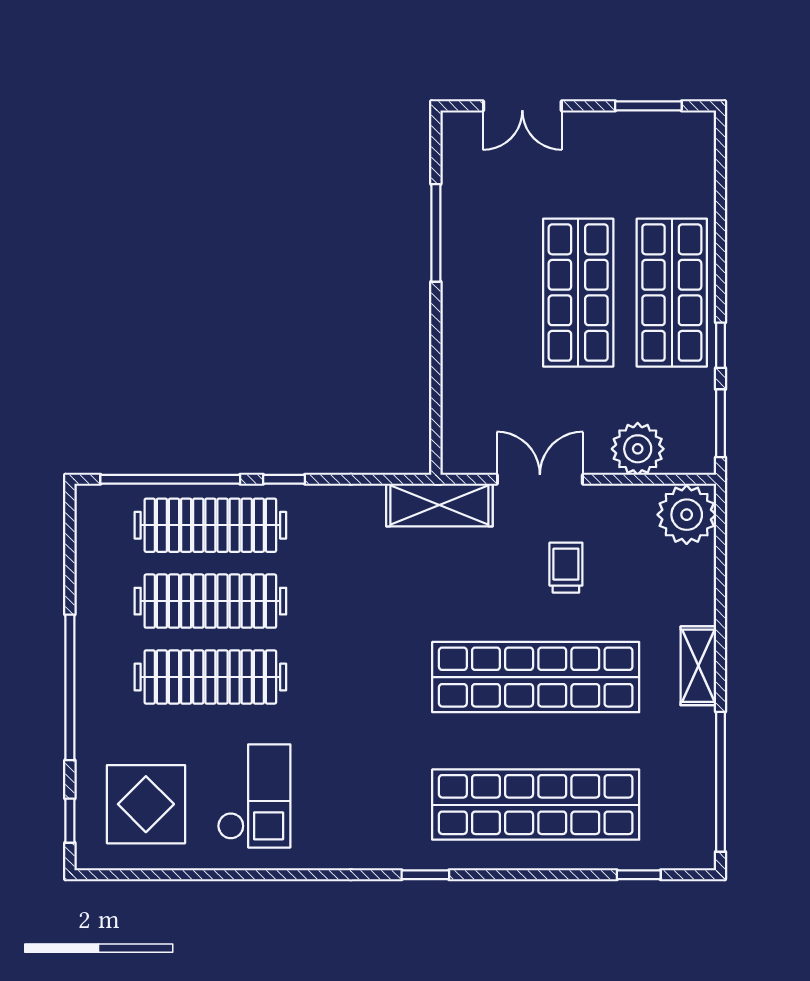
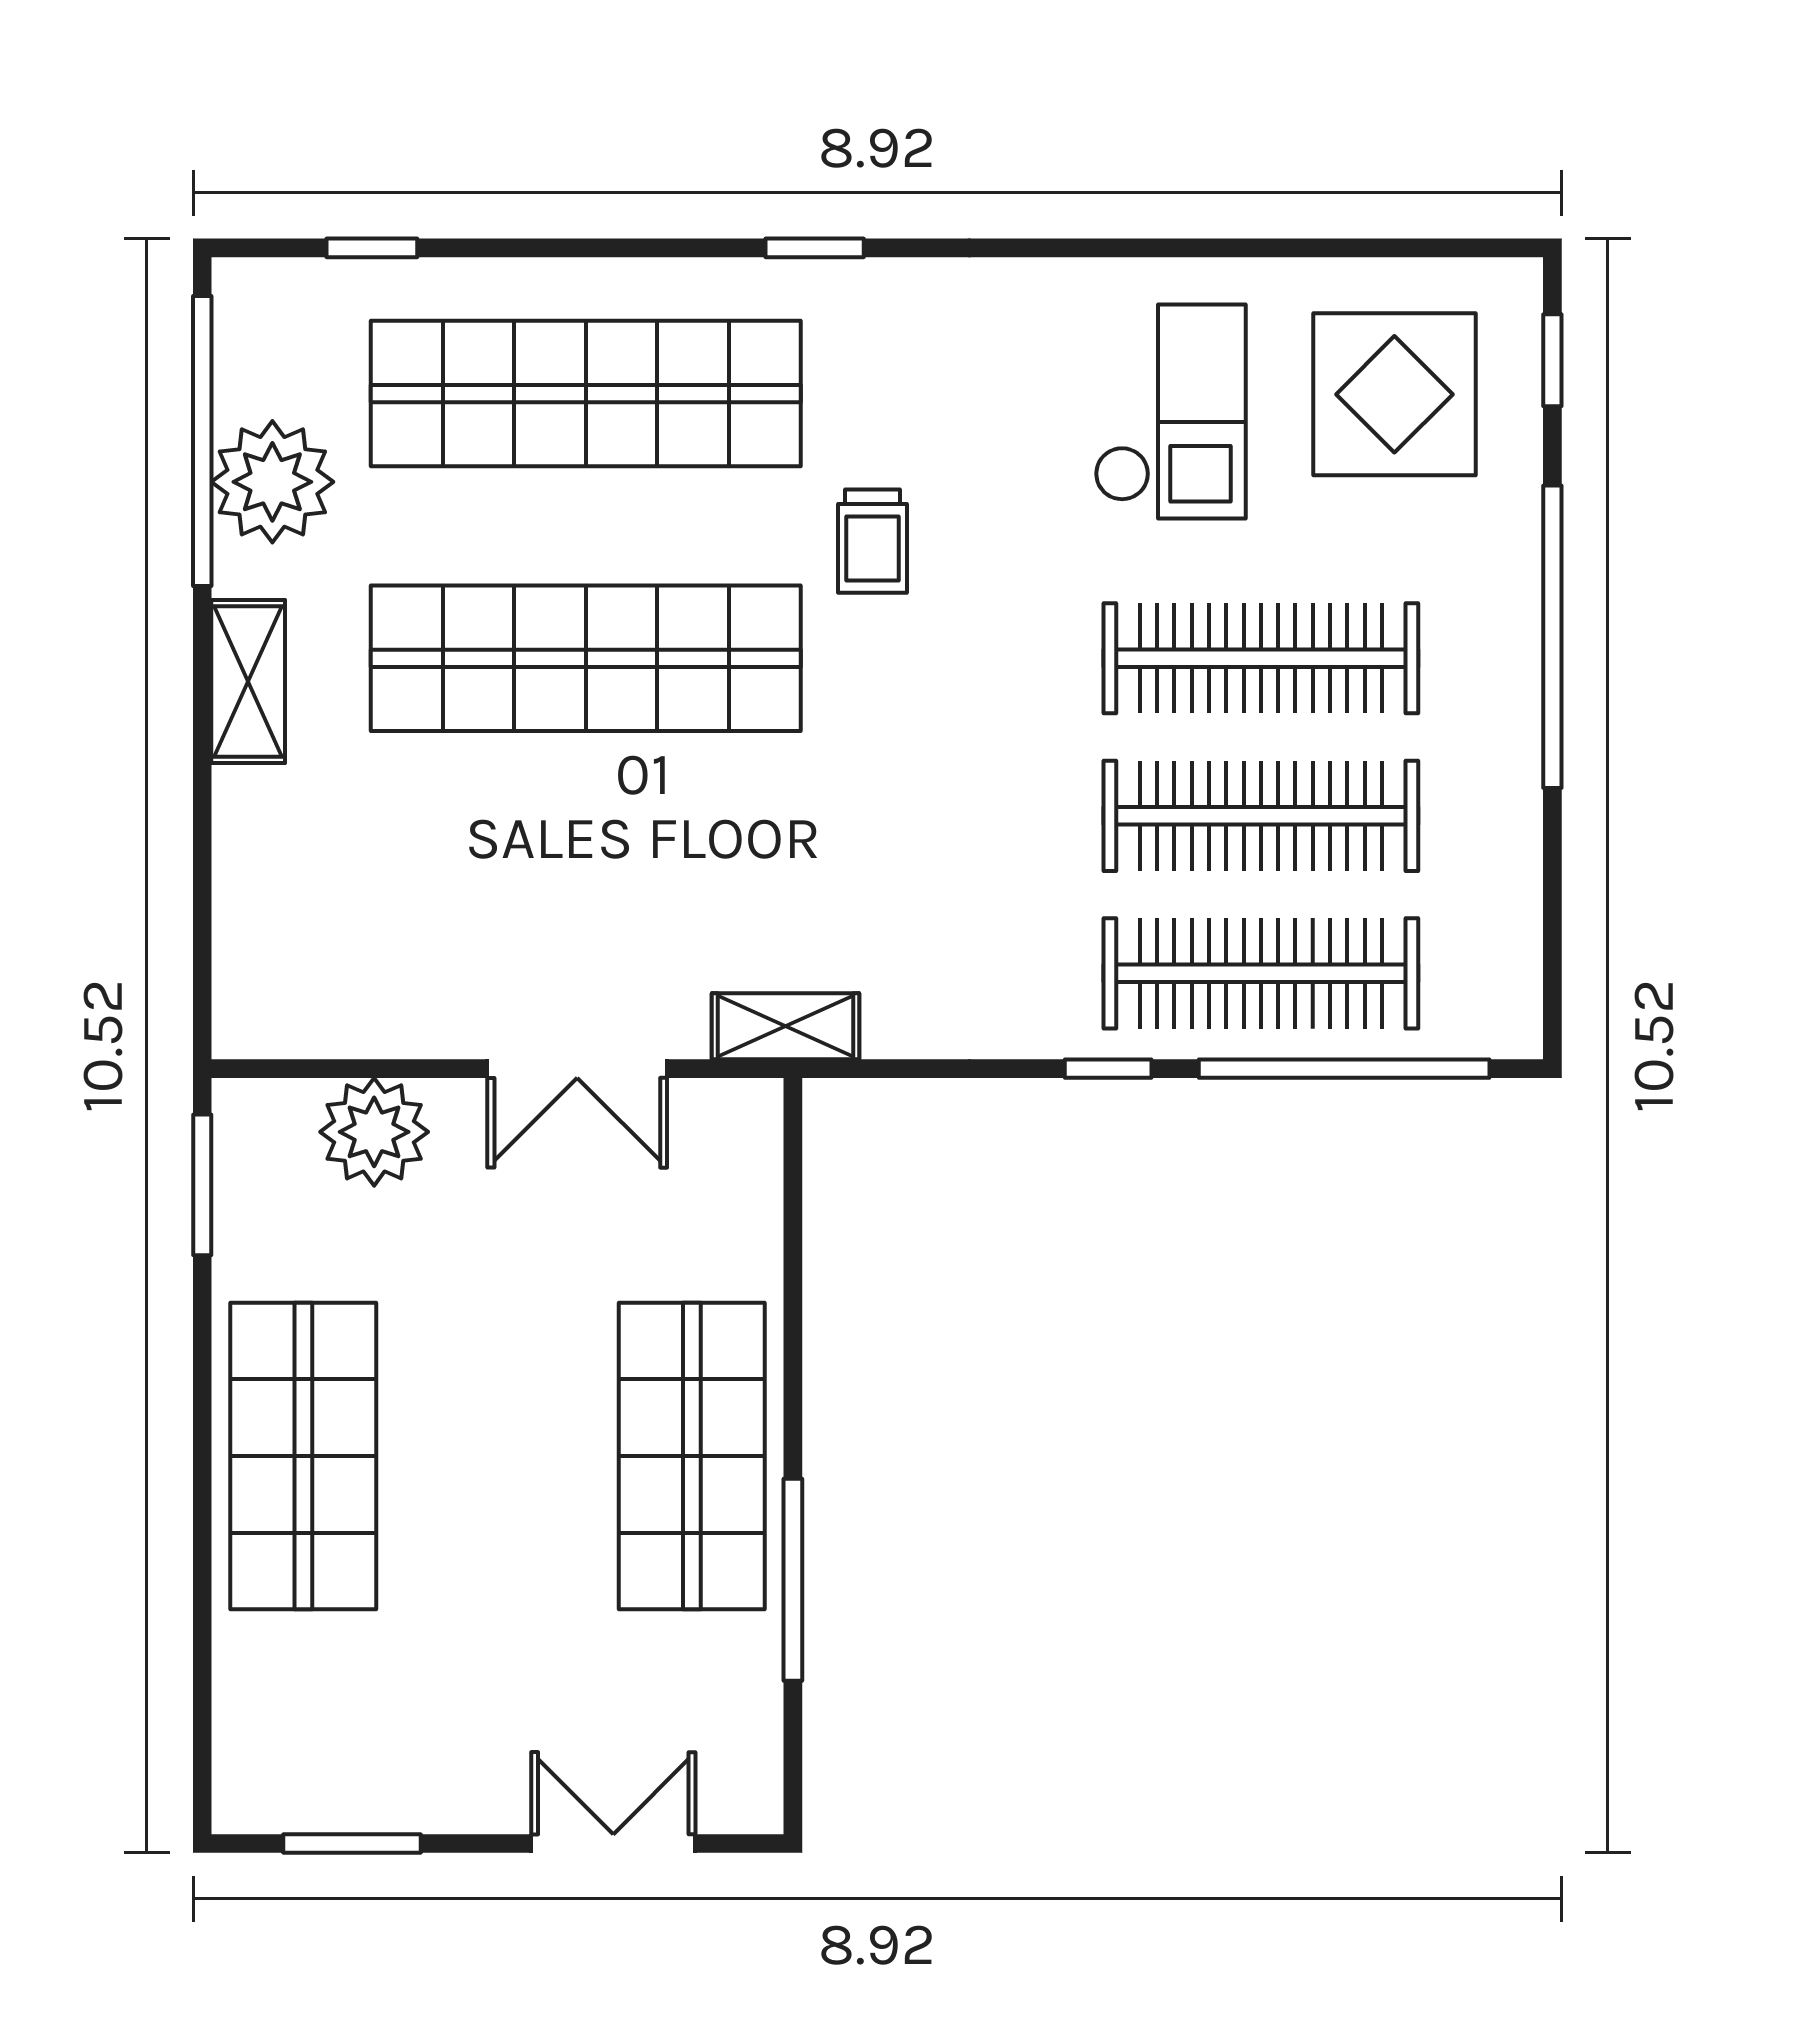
shop shelf: (578, 293) -> (692, 1456), moved
window: (720, 345) -> (202, 1347), removed
shelving: (439, 505) -> (785, 1026), width x0.67, depth x0.75
plant: (687, 515) -> (272, 482), moved
trolley: (566, 568) -> (872, 541), moved
checkout: (254, 796) -> (1170, 412), turned 180

